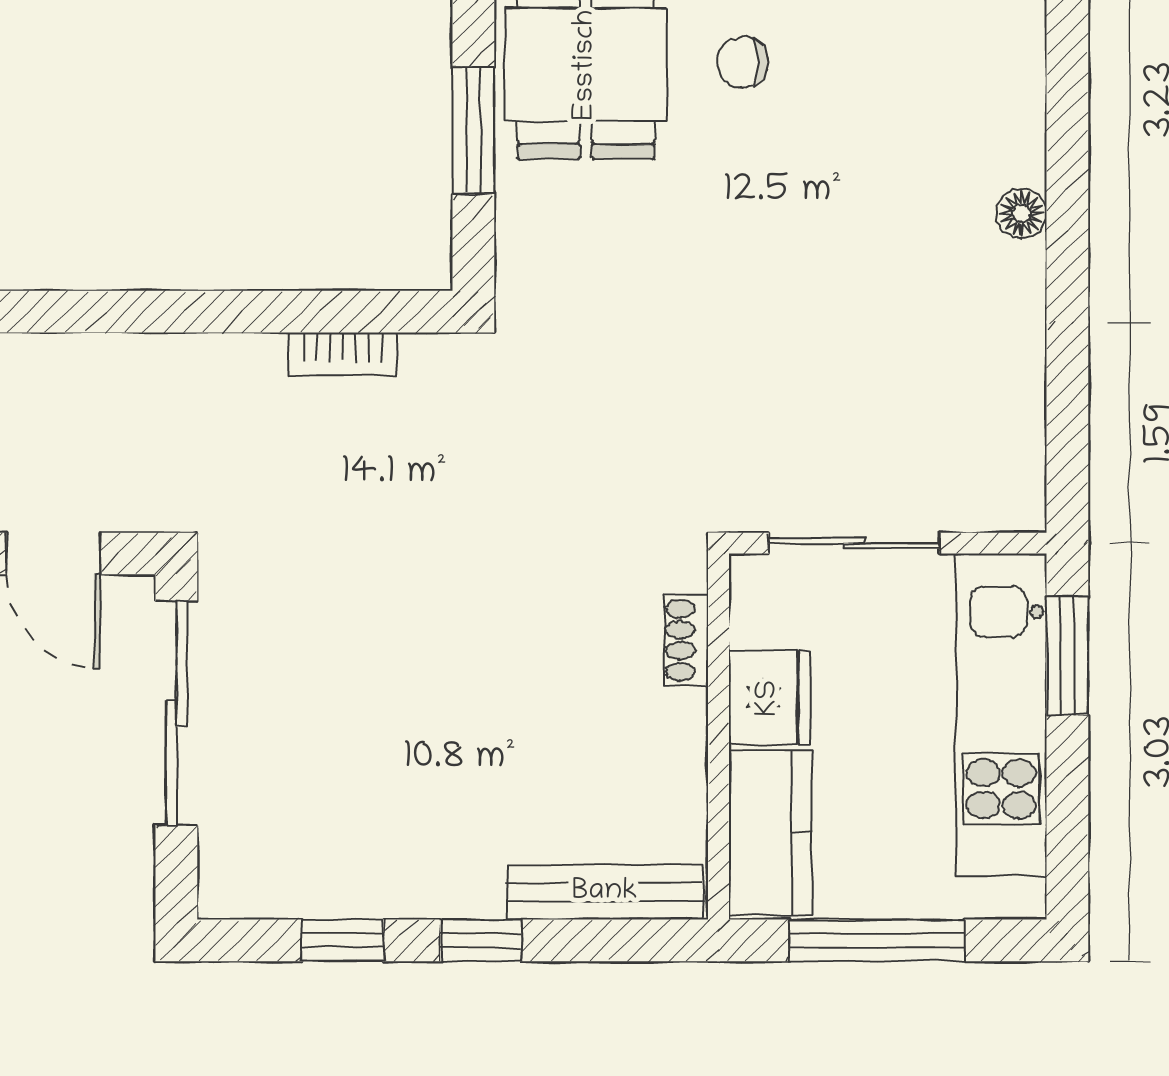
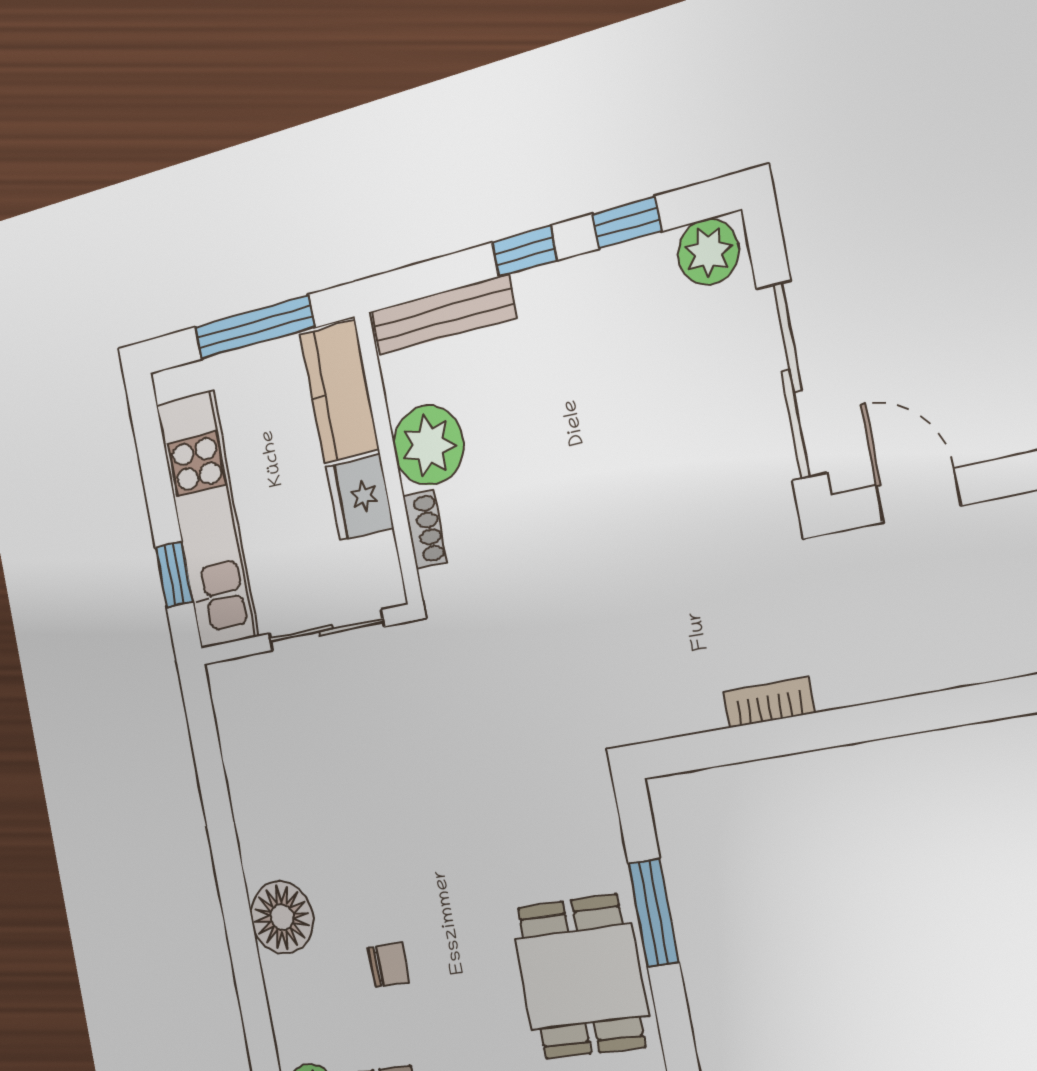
chair: (742, 62) -> (389, 965), moved
floor lamp: (1022, 213) -> (282, 917), width x1.89, depth x1.89
bookcase: (343, 354) -> (769, 702), moved
window: (1067, 656) -> (174, 575), width x0.67
plant: (659, 741) -> (429, 445), added
plant: (248, 882) -> (708, 252), added

